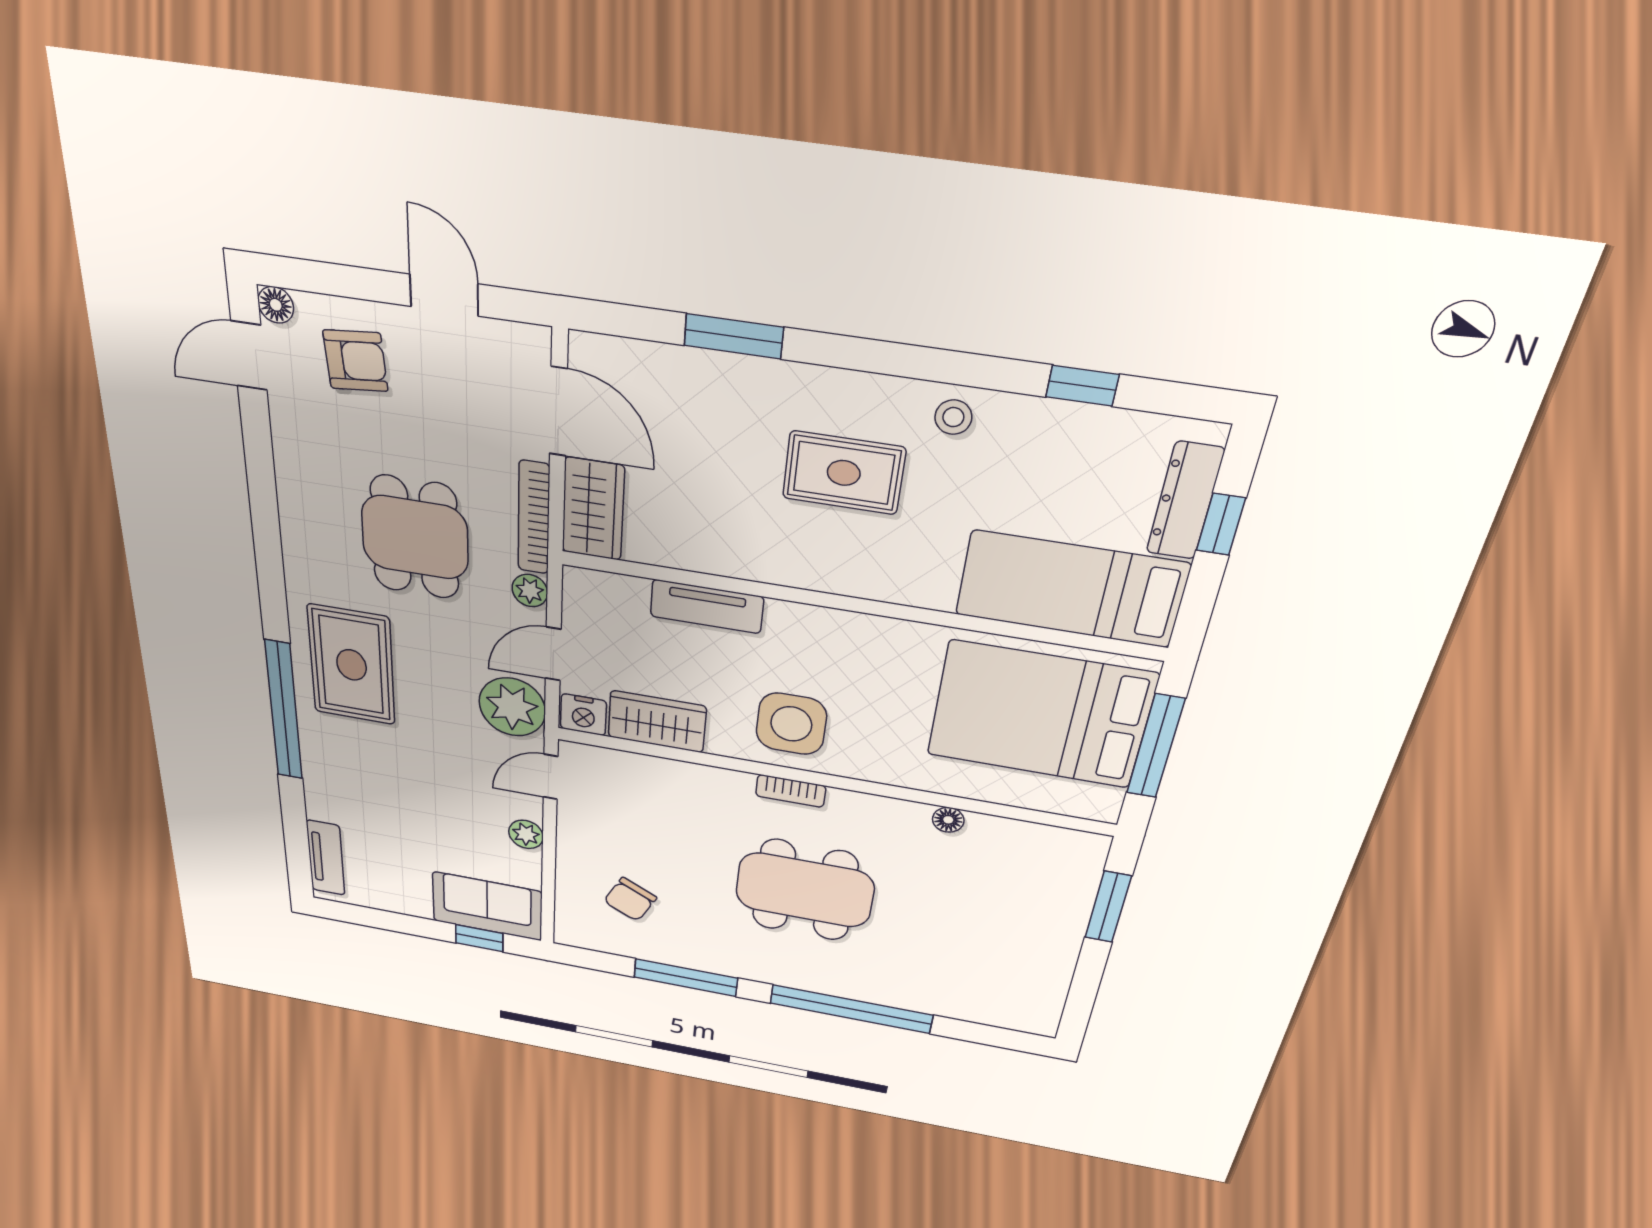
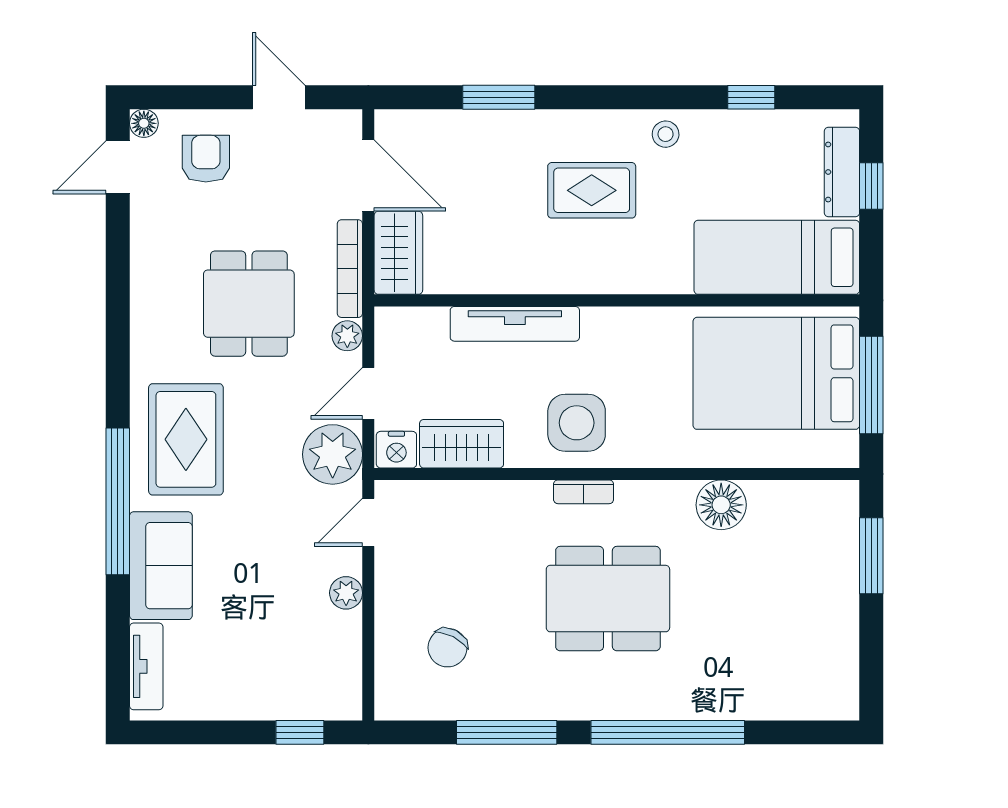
armchair: (356, 361) -> (206, 159), turned -85
tv unit: (707, 606) -> (515, 324), width x1.41
floor lamp: (948, 820) -> (721, 505), width x1.89, depth x1.89
sofa: (487, 906) -> (161, 566), moved, turned 90

